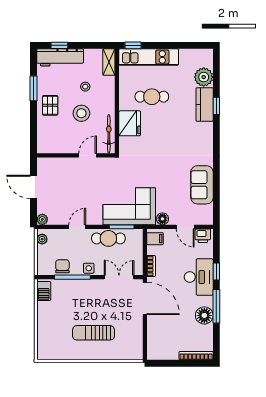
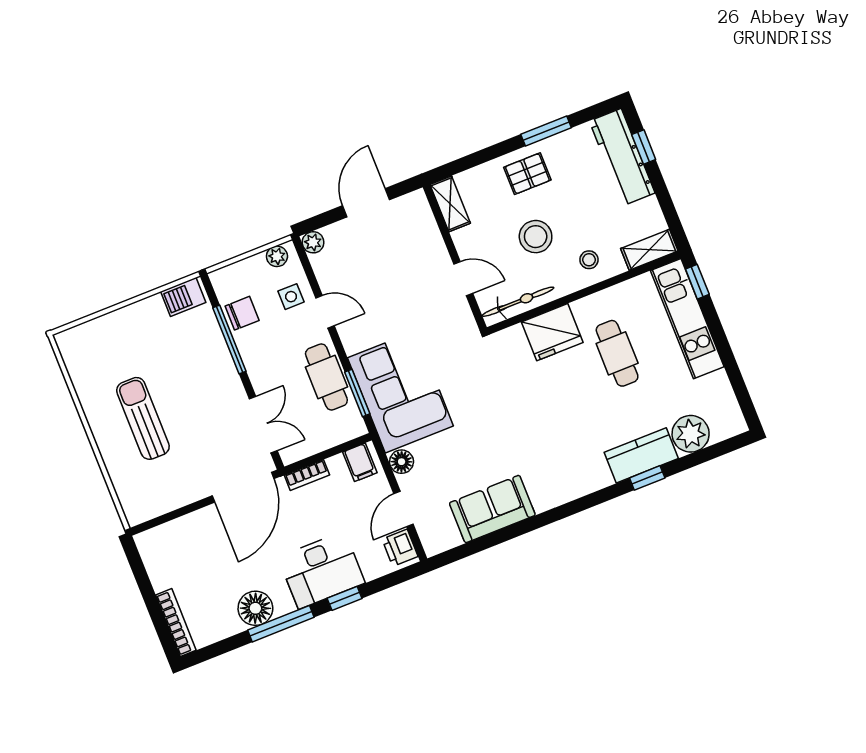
stool: (85, 87) -> (589, 260), moved
shelving: (50, 147) -> (450, 204), added
side table: (89, 268) -> (291, 297), moved

